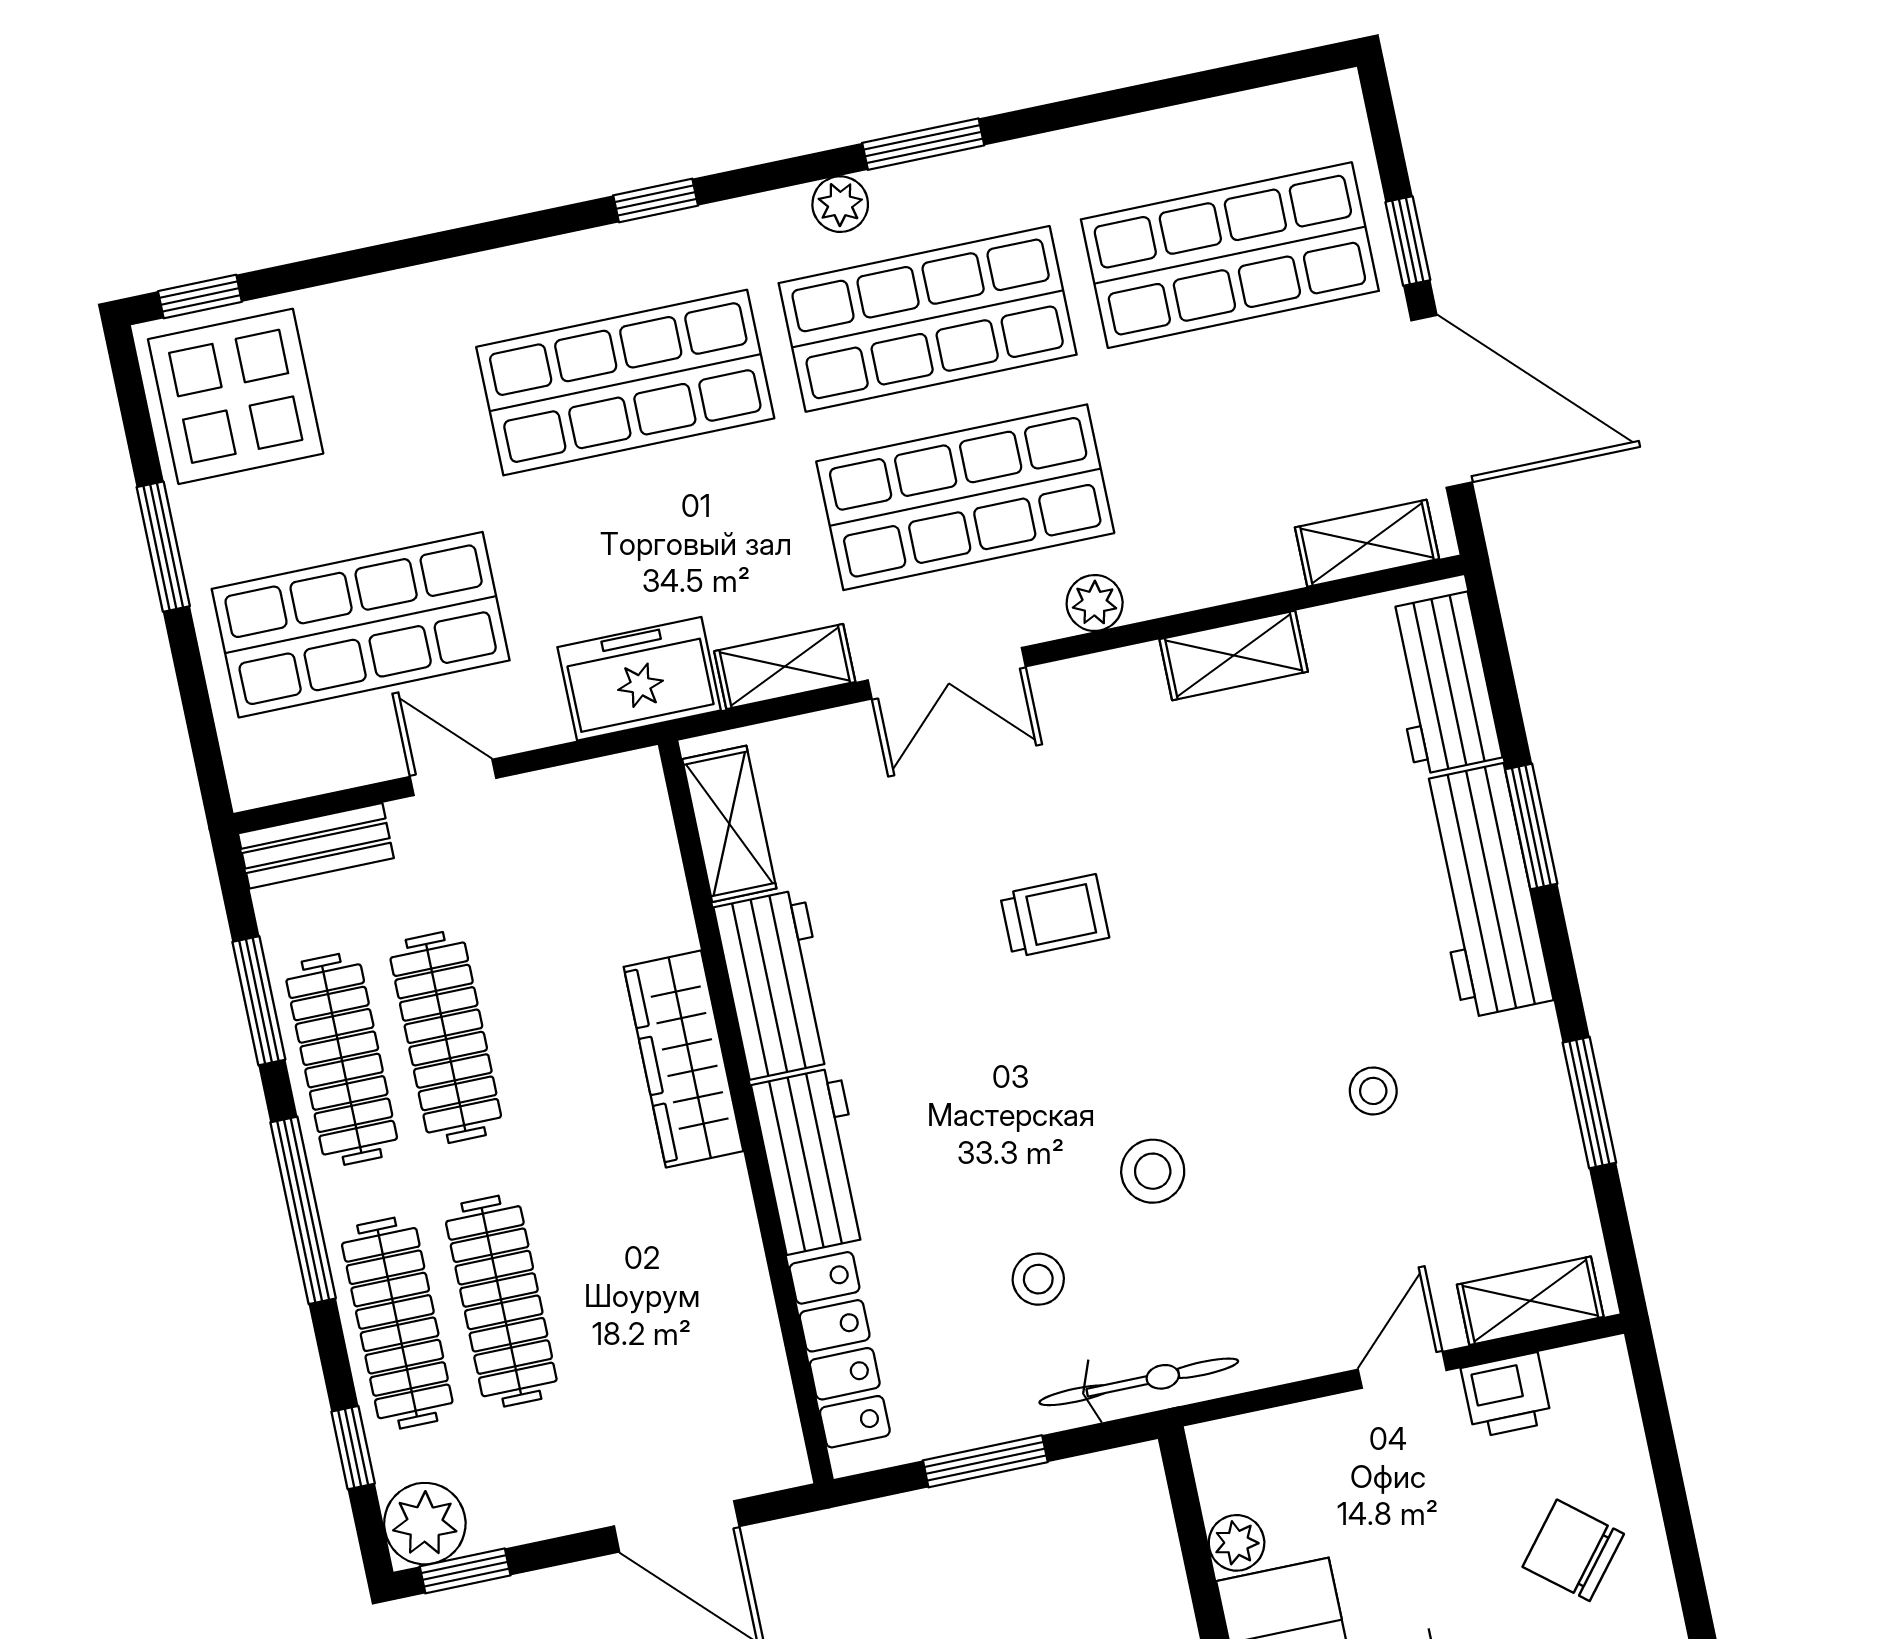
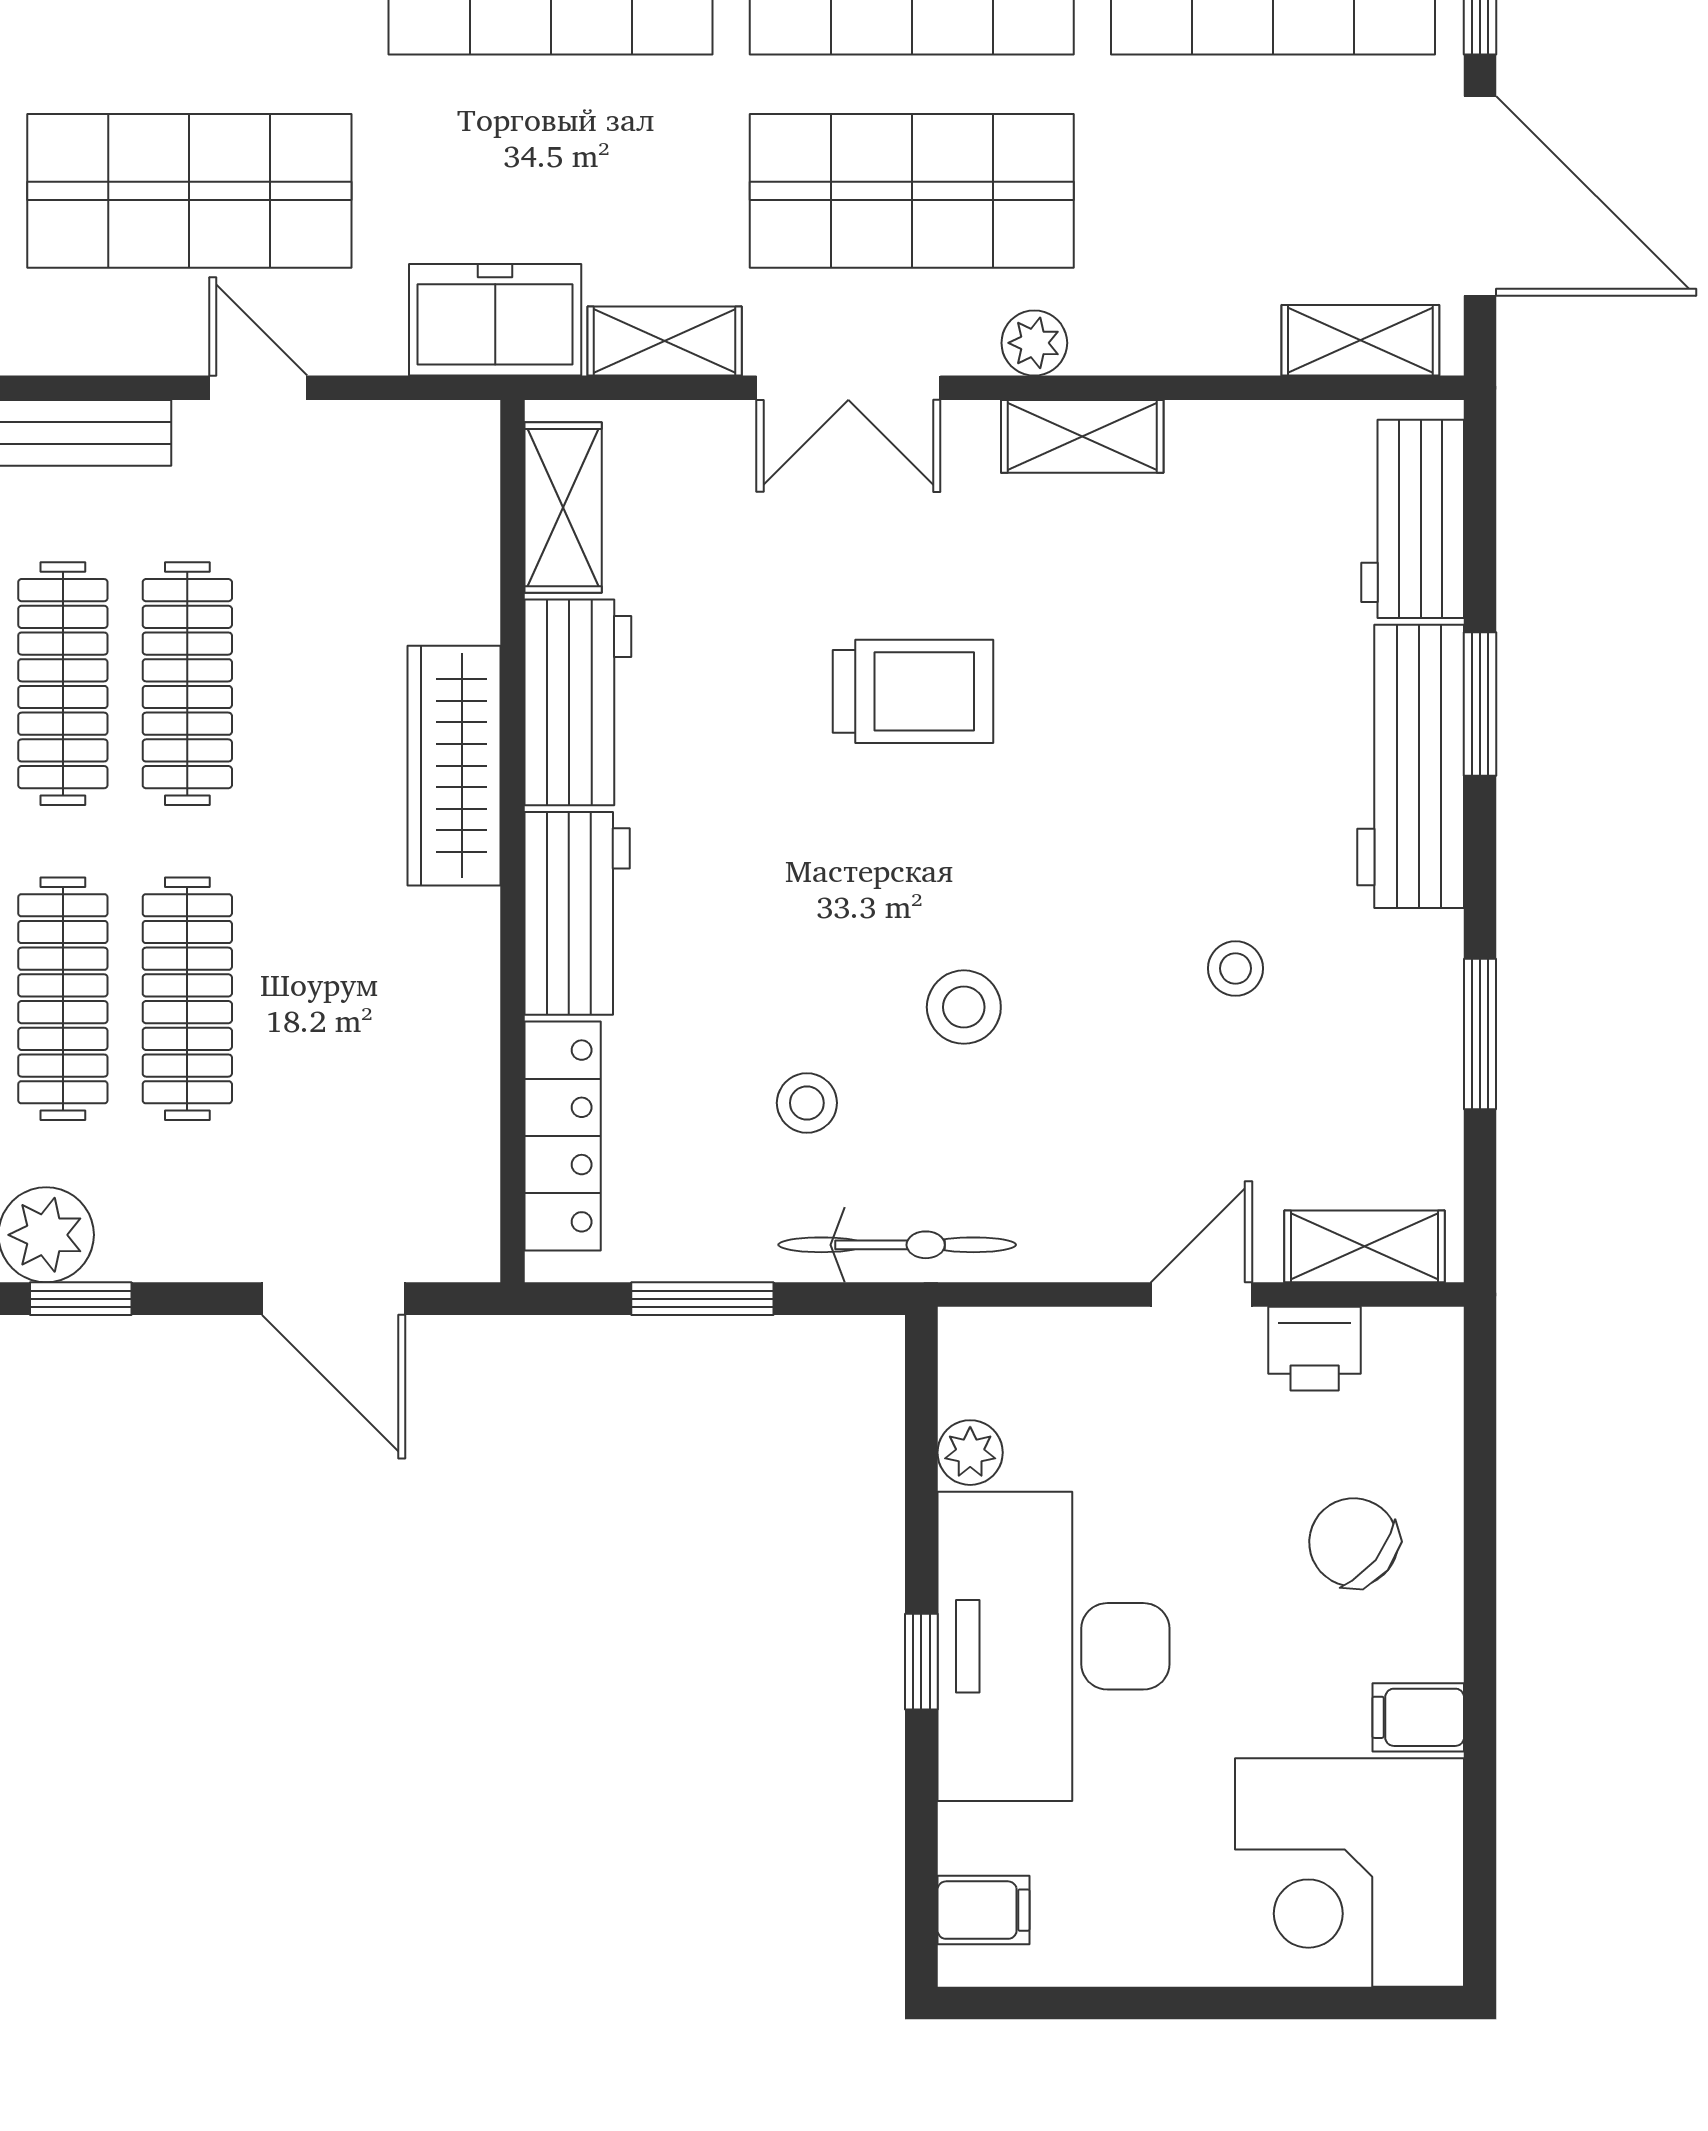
shelving: (1234, 655) -> (1082, 436), moved
trolley: (1054, 916) -> (913, 691), width x1.36, depth x1.39

